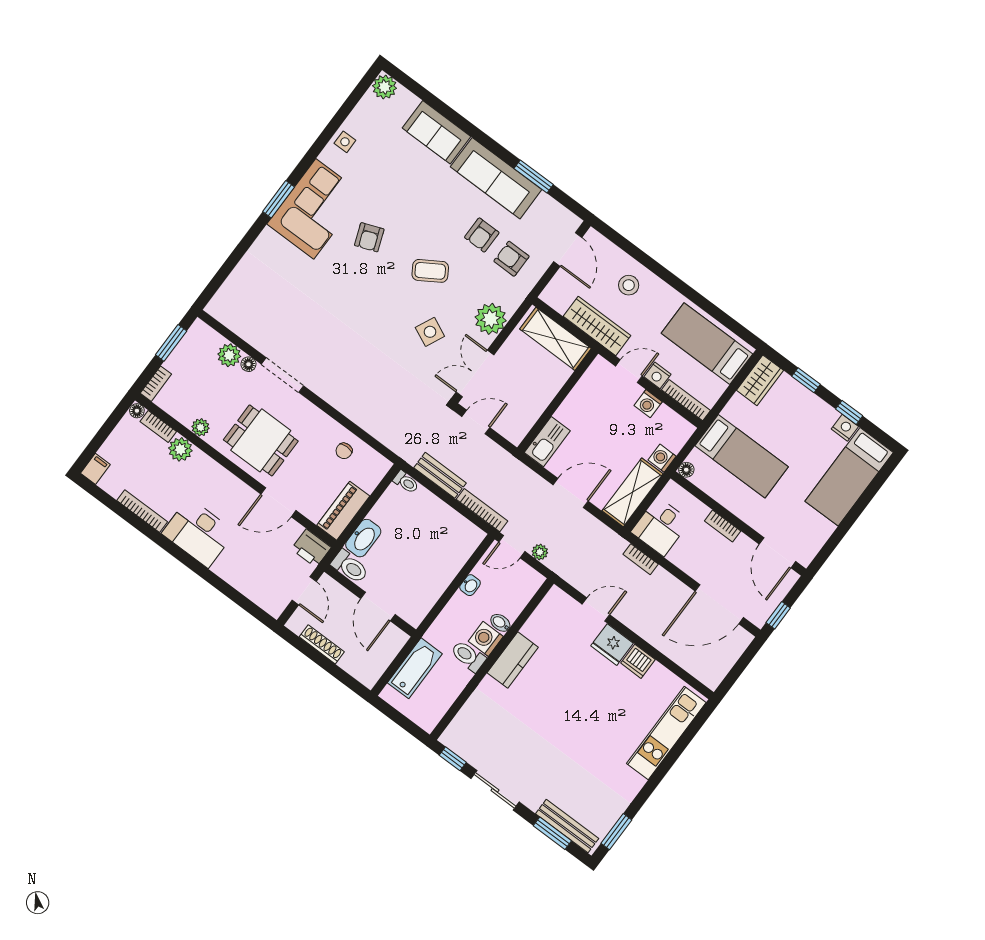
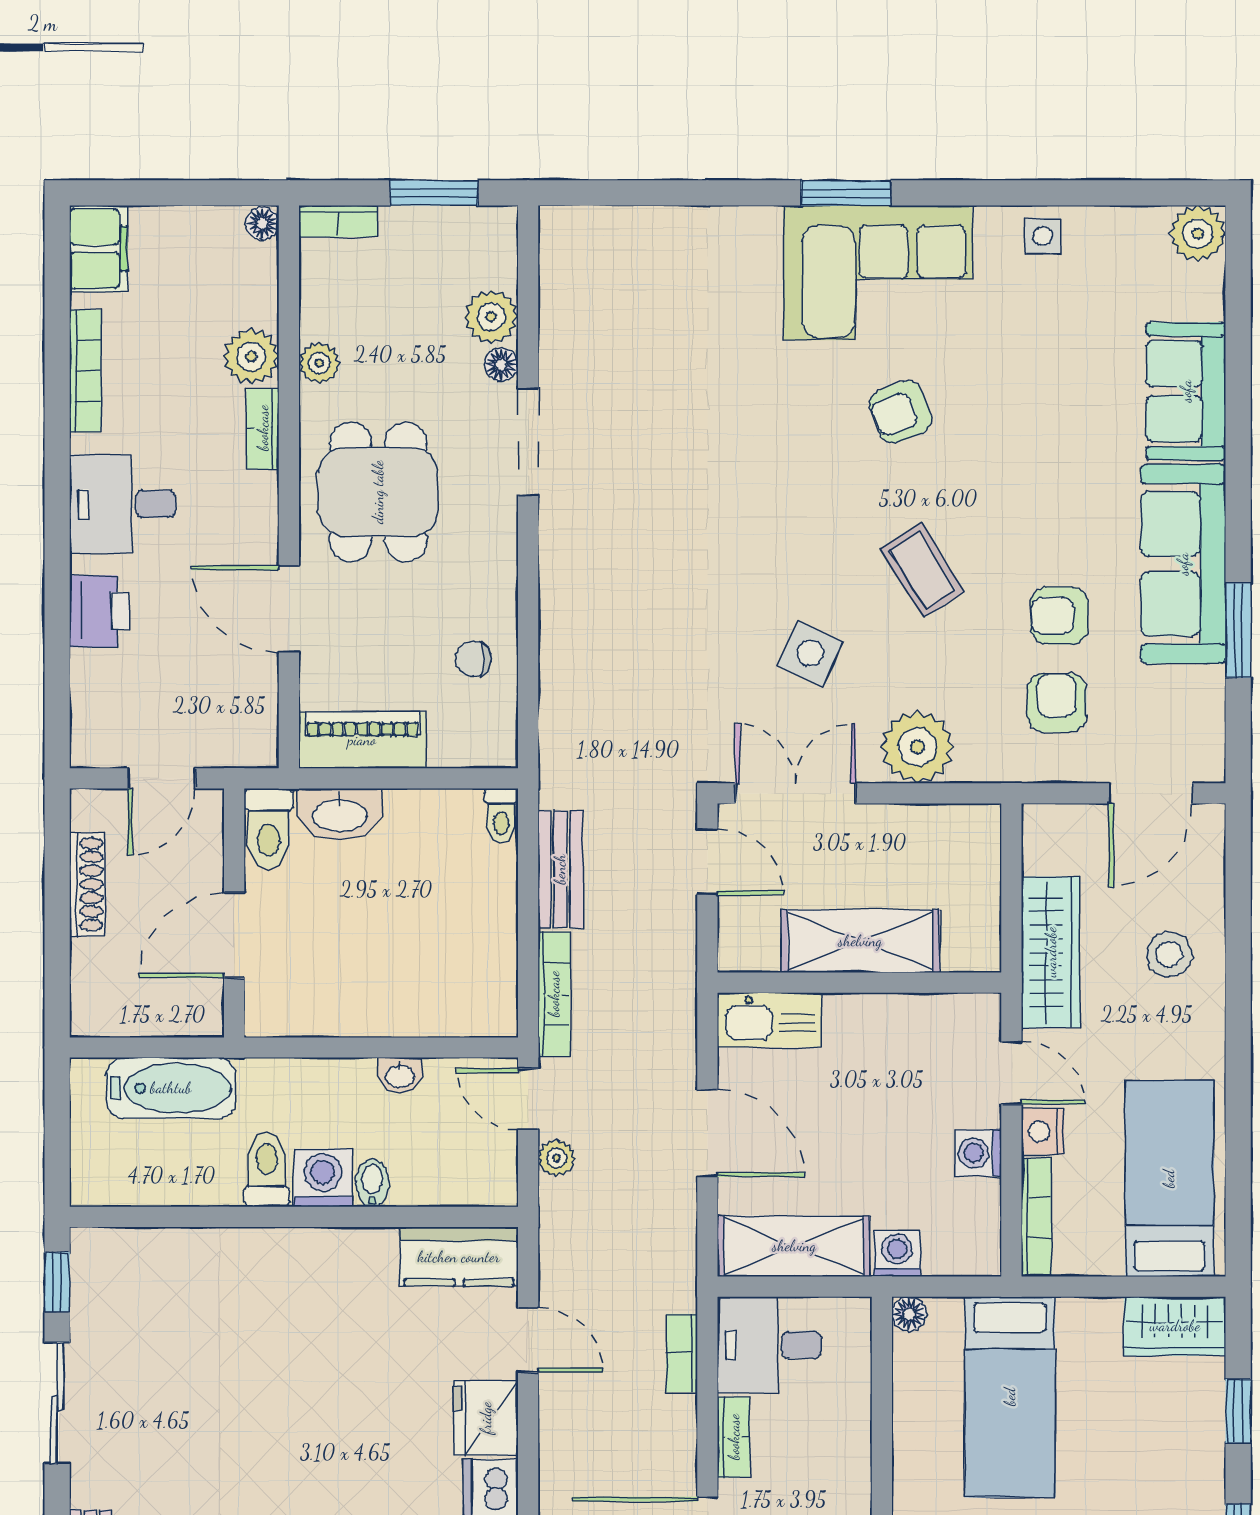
shelving: (555, 339) -> (860, 941), moved, turned 90
bookcase: (158, 427) -> (263, 428), moved
filing cabinet: (95, 469) -> (98, 249), width x2.00
bookcase: (723, 526) -> (734, 1437), moved, turned 180
desk: (198, 533) -> (123, 504), width x0.73
printer: (311, 548) -> (99, 611), moved, turned 180
kitchen counter: (513, 660) -> (459, 1257), moved

